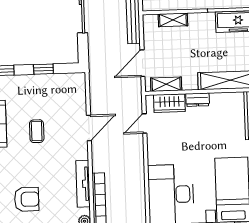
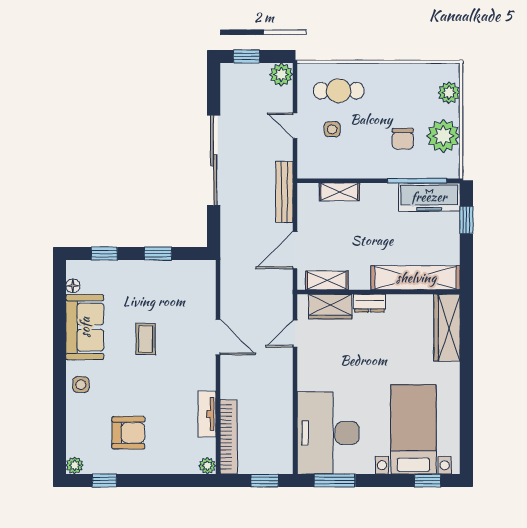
door: (89, 128) -> (218, 337), hinge flipped
tv unit: (83, 184) -> (207, 414), width x0.71

